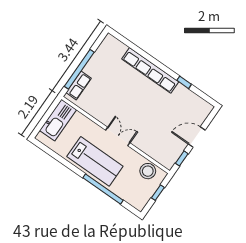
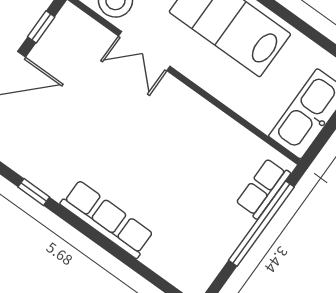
row of seats: (150, 70) -> (107, 219), width x0.73
double door: (118, 136) -> (144, 51), moved

